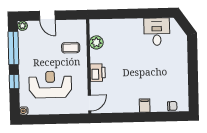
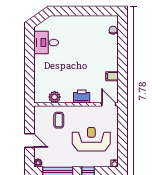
door: (47, 16) -> (29, 140), hinge flipped
reception desk: (50, 84) -> (91, 139), turned 90
filing cabinet: (145, 105) -> (112, 76), moved

